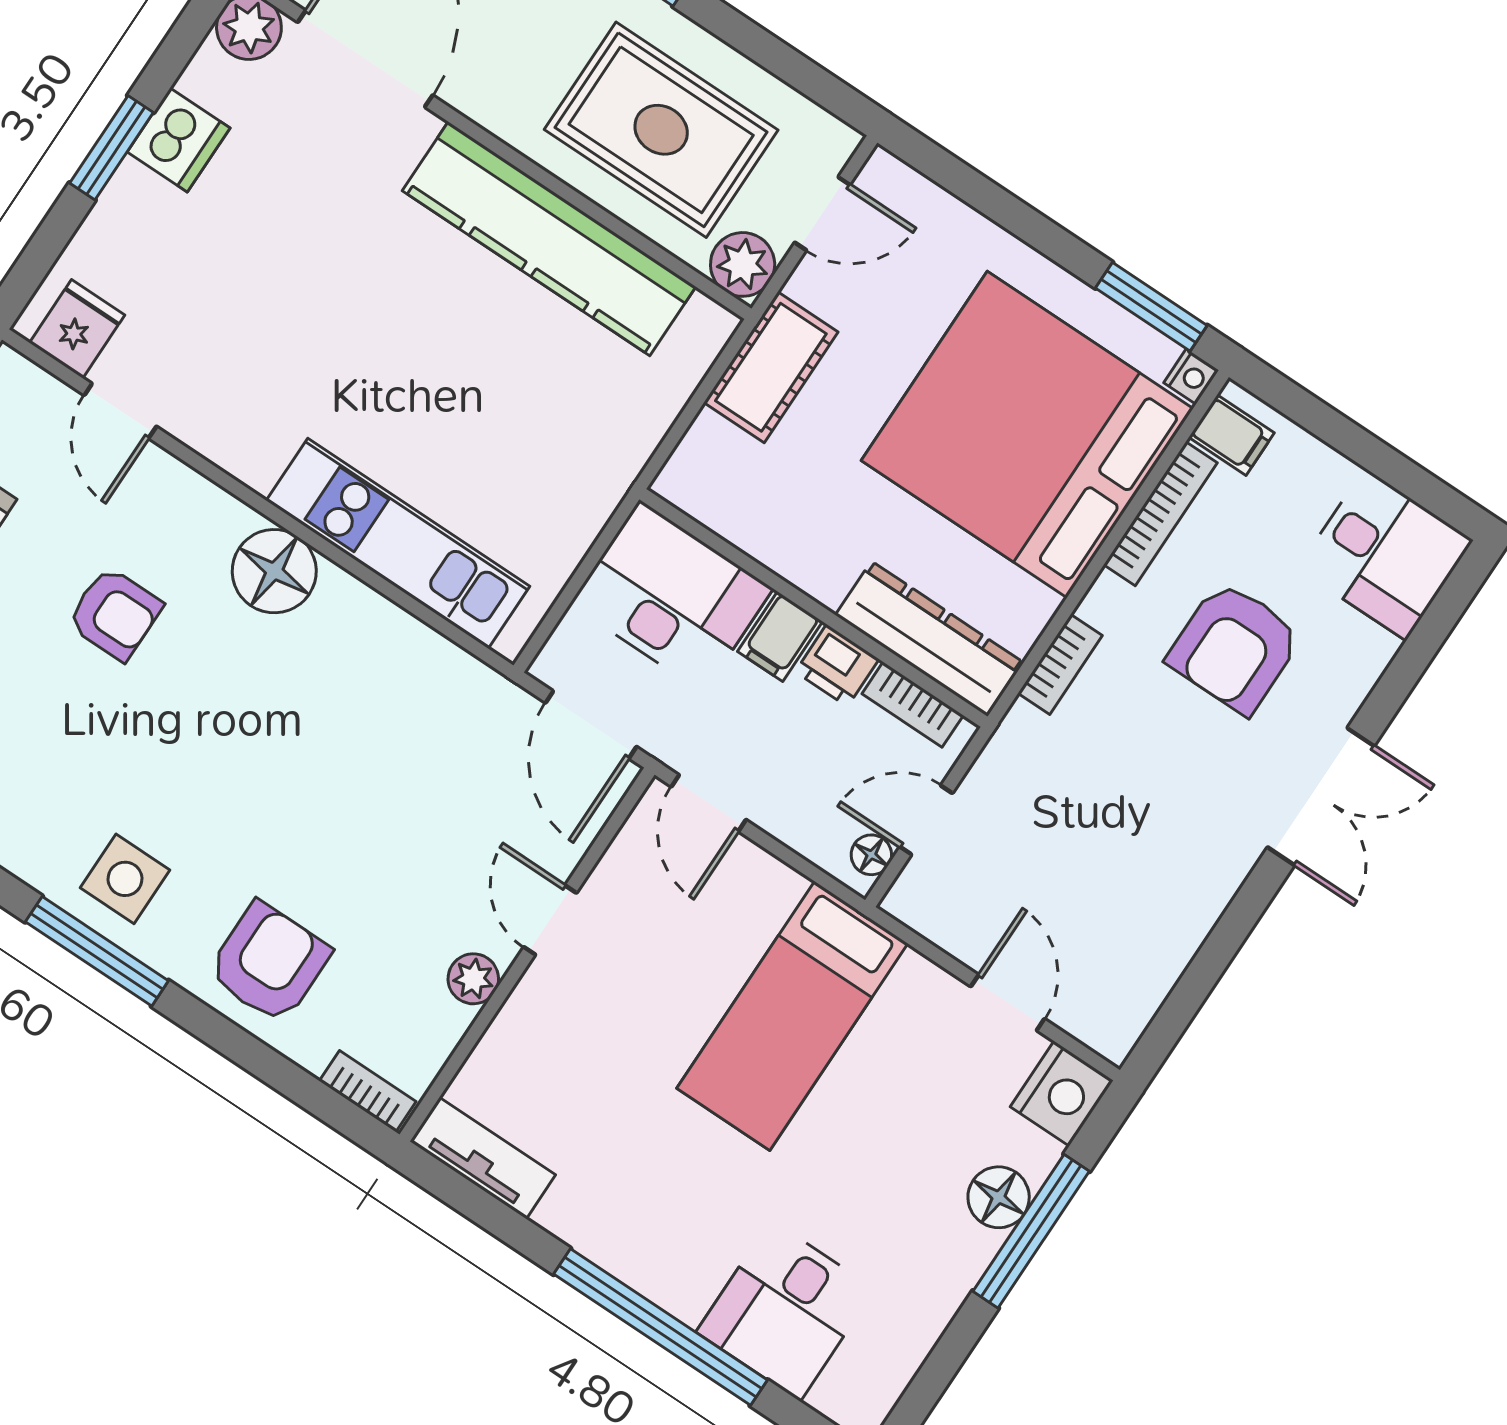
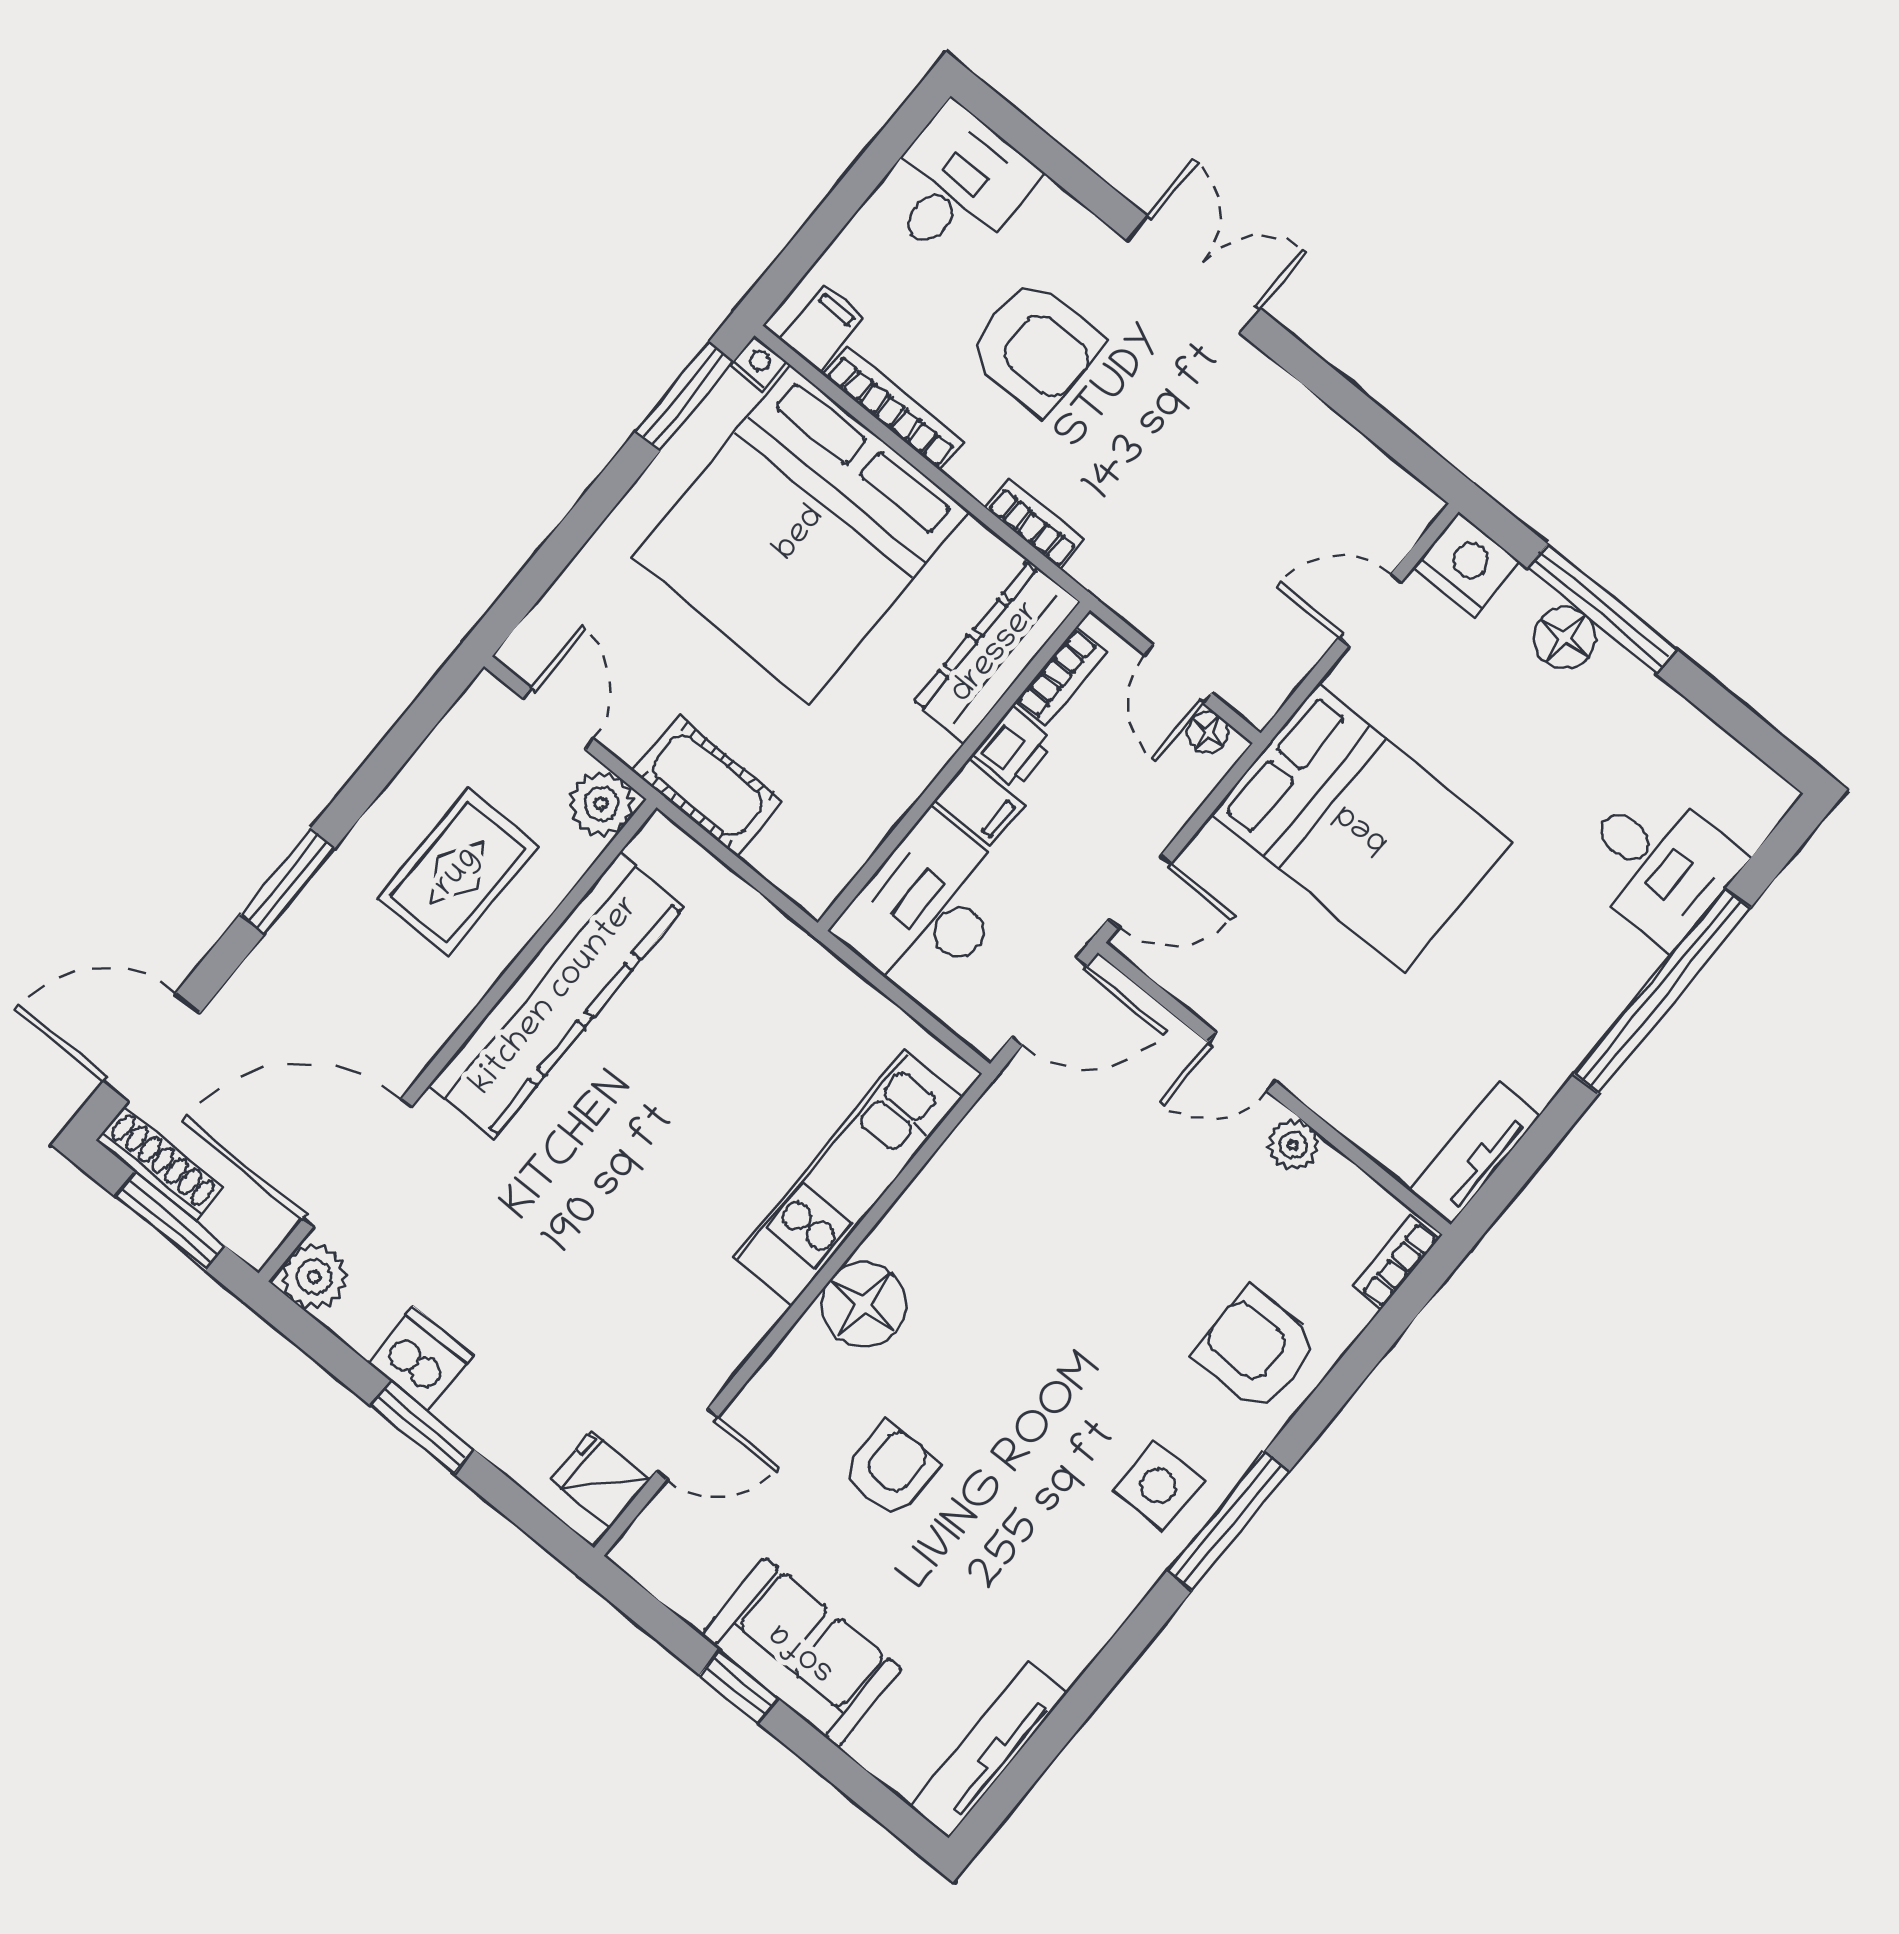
rug: (661, 130) -> (458, 872), width x0.73, depth x0.70
bed: (792, 1016) -> (1362, 828), width x1.50

